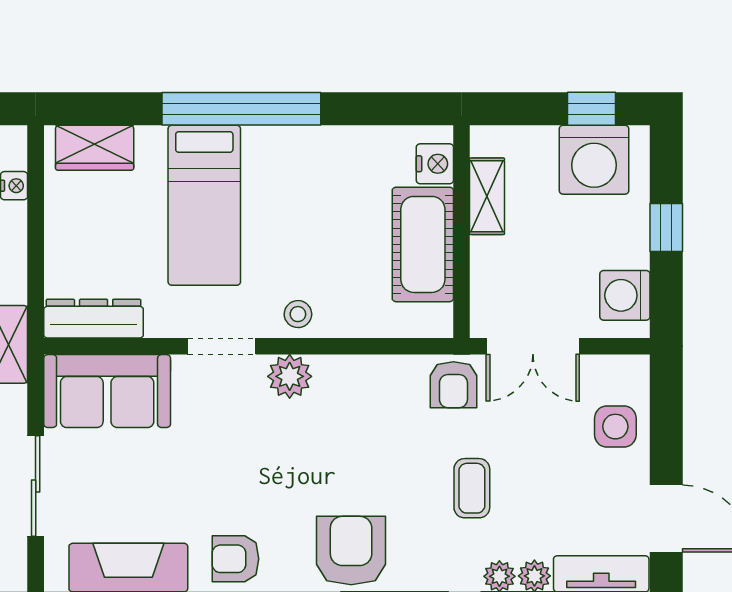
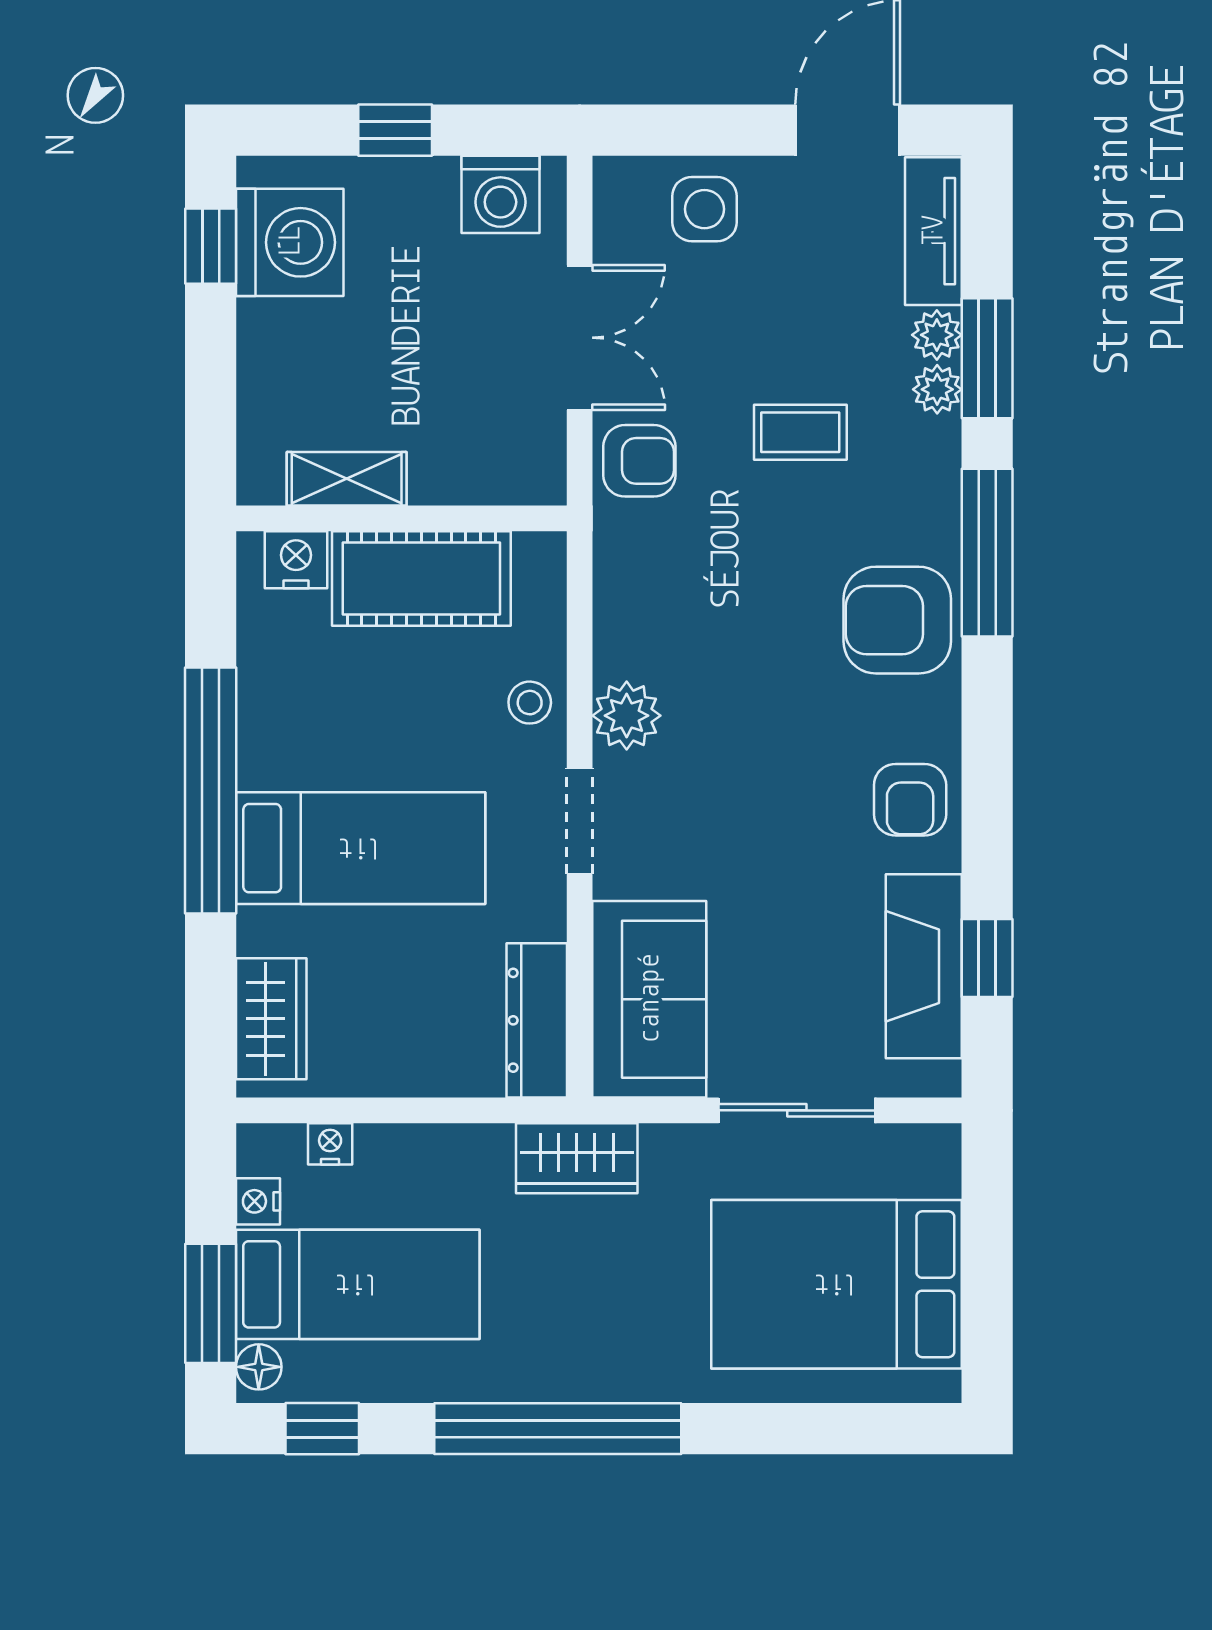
nightstand: (435, 164) -> (296, 560), moved
shelving: (487, 196) -> (347, 479), moved
wall: (462, 232) -> (401, 518), moved
cot: (423, 244) -> (421, 578), moved

